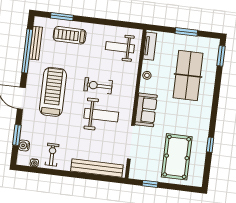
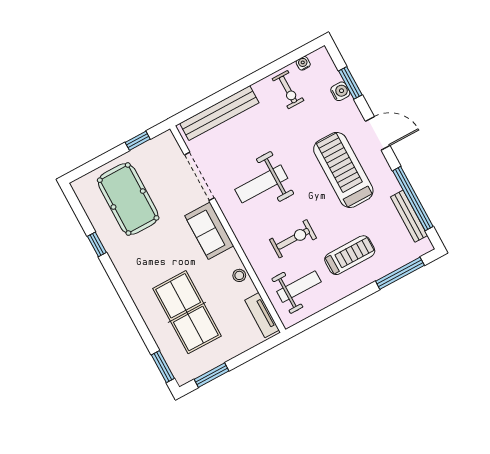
window: (62, 17) -> (400, 273), width x1.44
window: (186, 32) -> (212, 375), moved
treadmill: (70, 35) -> (350, 255), moved
exercise bike: (98, 86) -> (293, 239), moved
treadmill: (53, 92) -> (343, 170), turned 180
water cooler: (24, 146) -> (340, 91), moved

